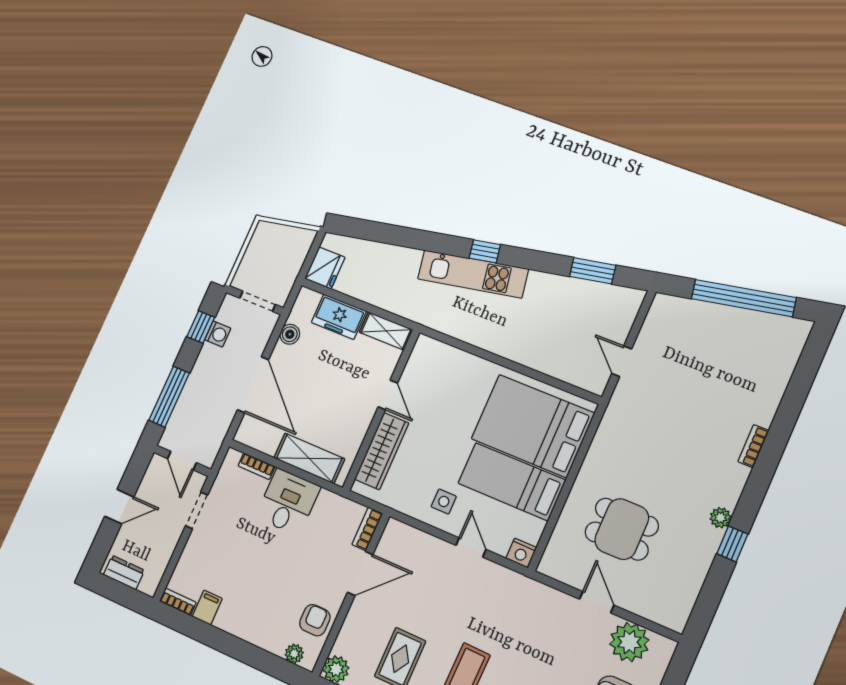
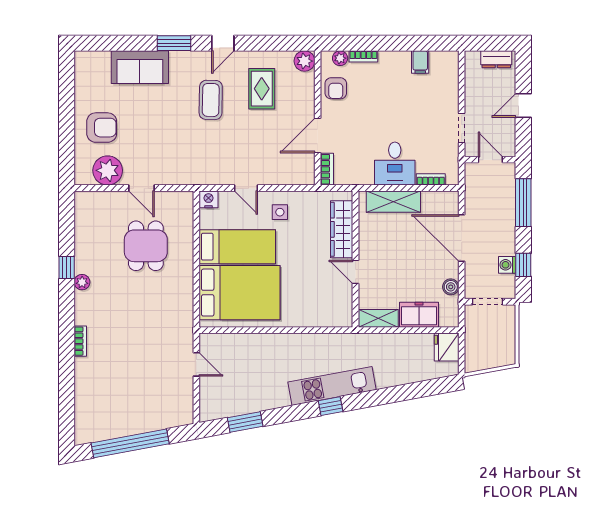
dining table: (622, 529) -> (146, 246), turned 90
bookcase: (178, 602) -> (363, 56), moved

